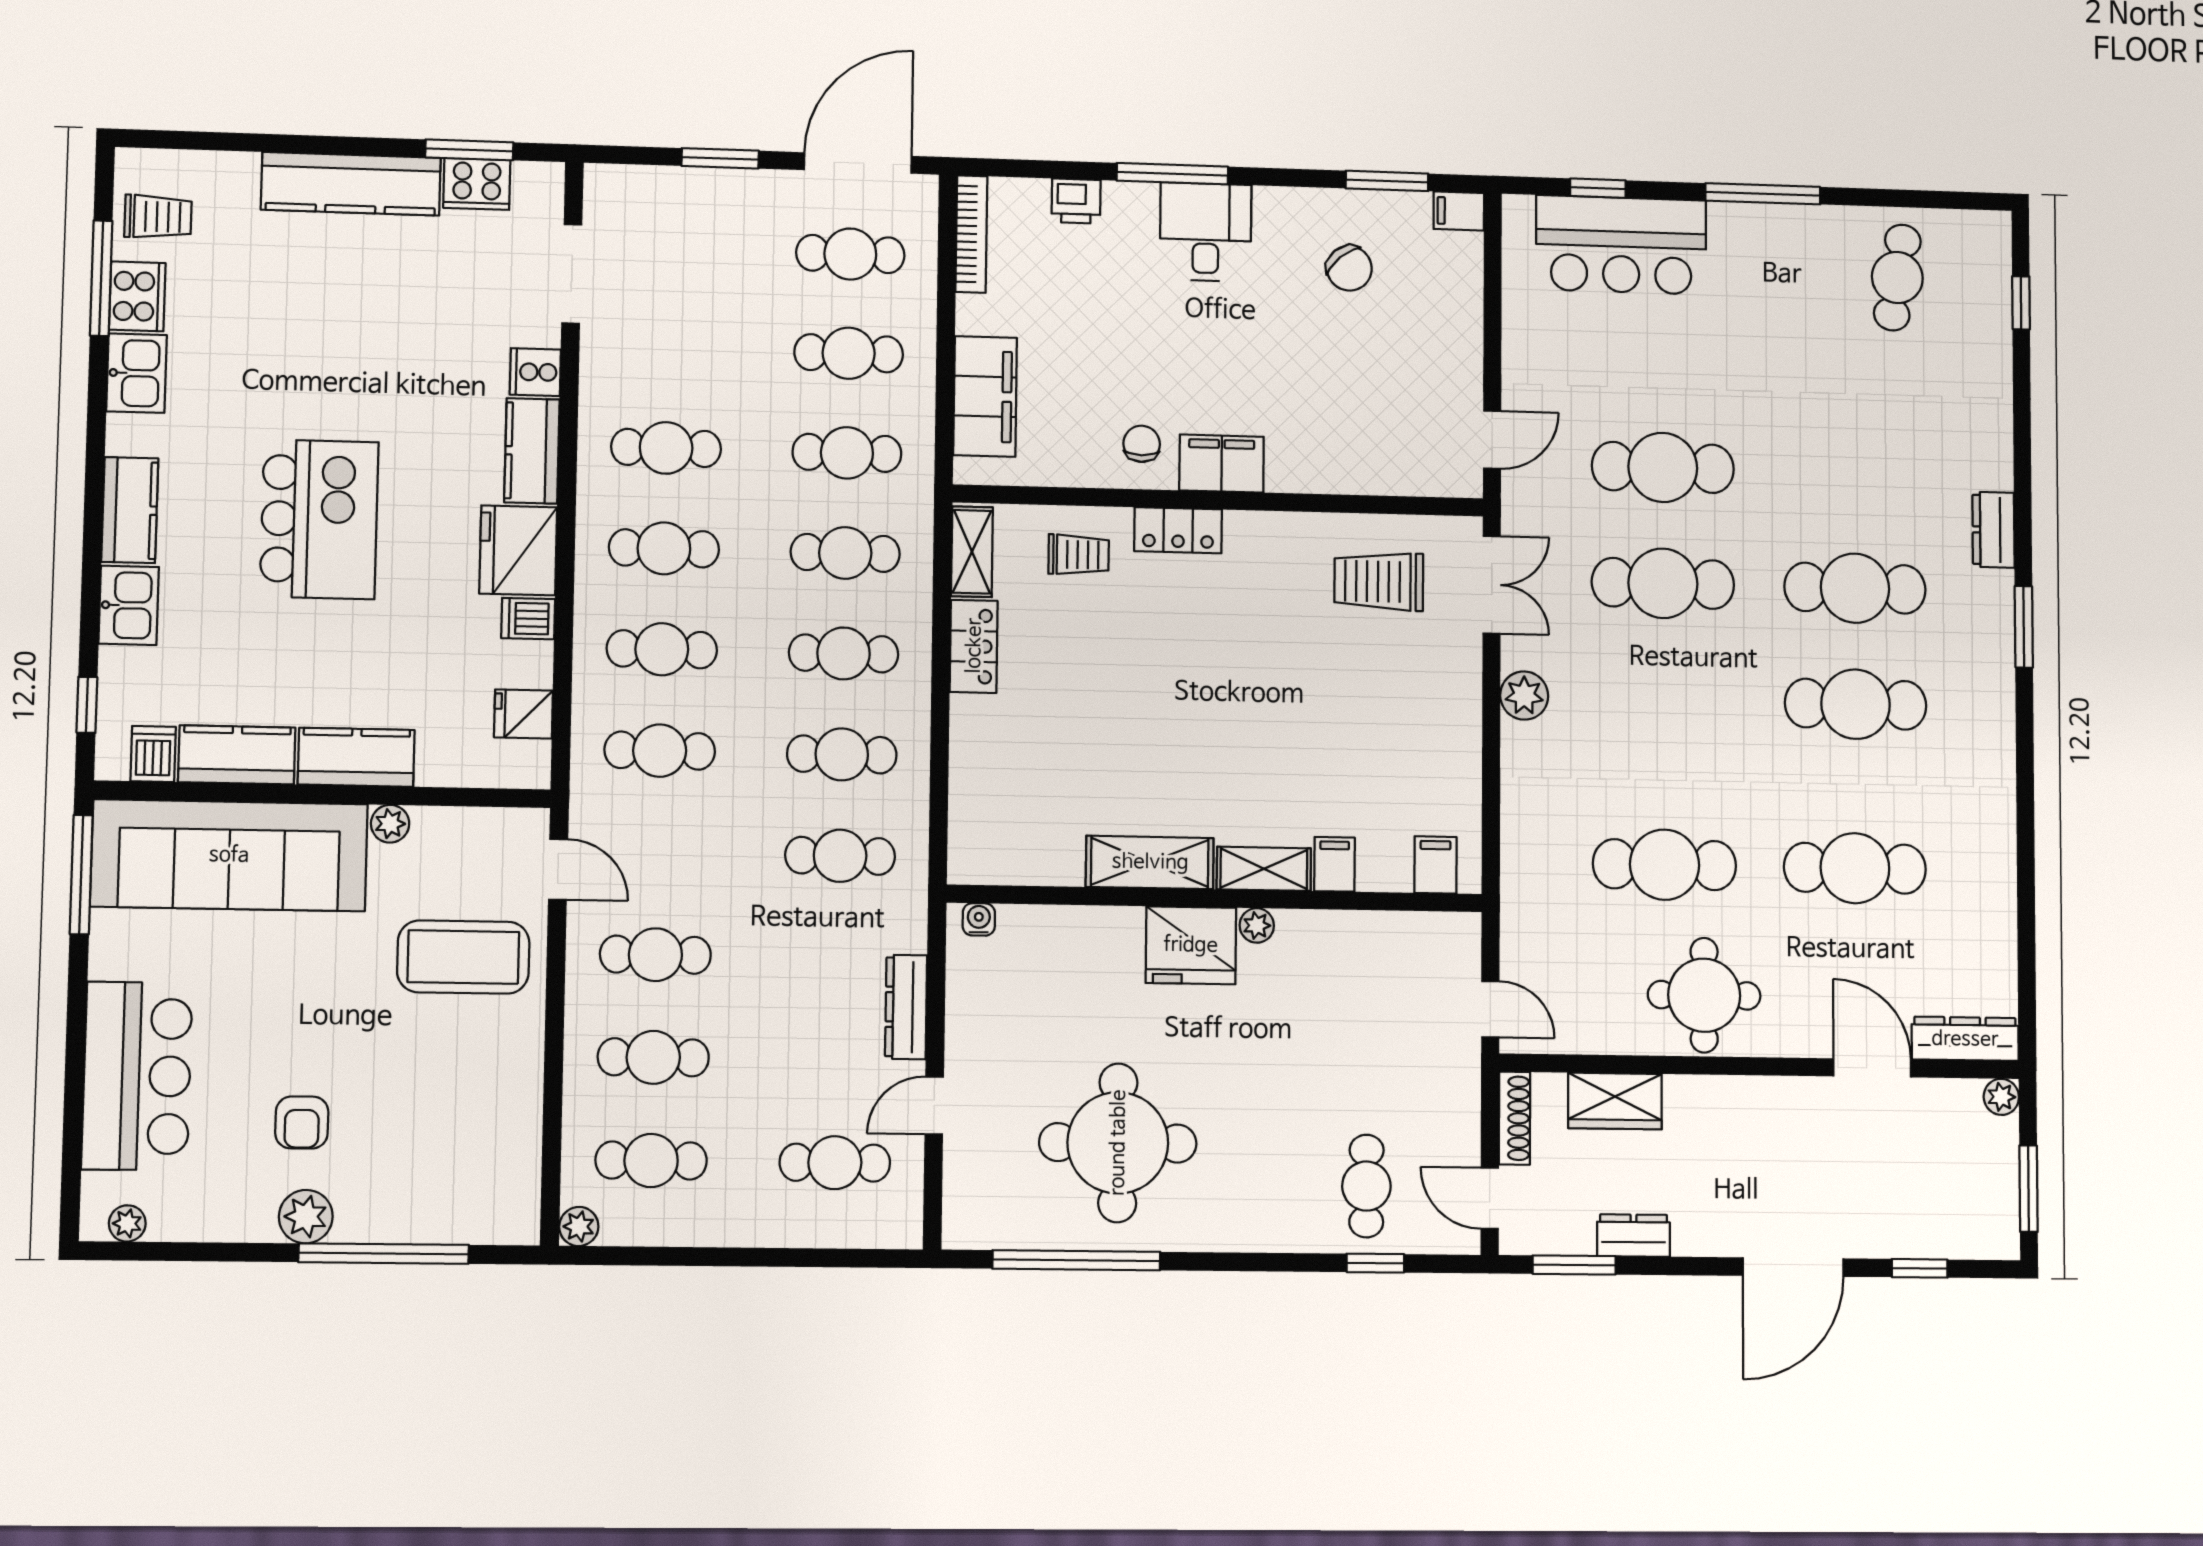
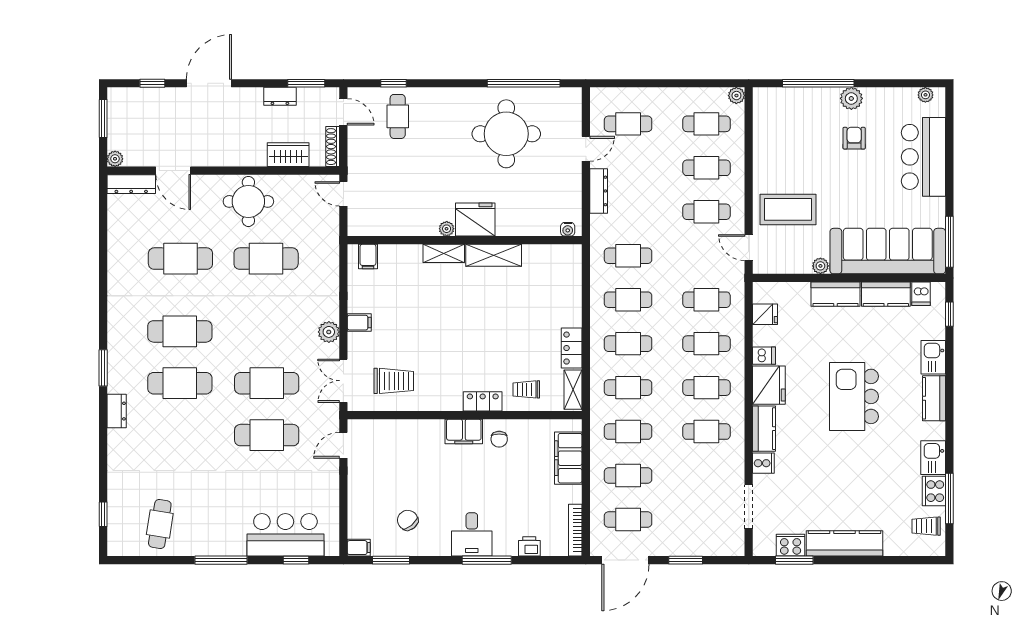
filing cabinet: (1335, 864) -> (359, 323), moved, turned -90

